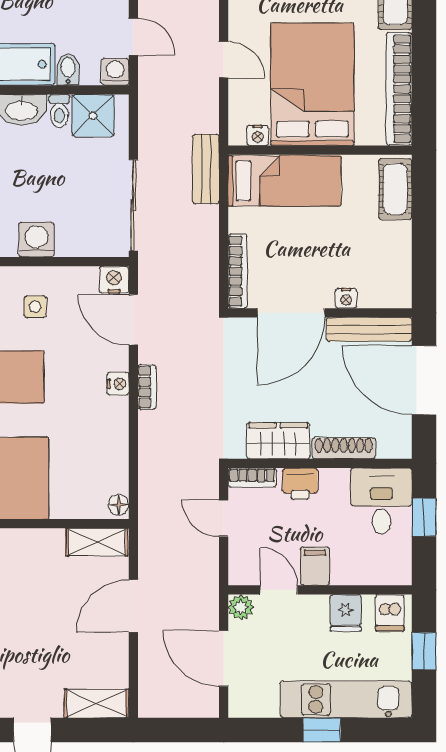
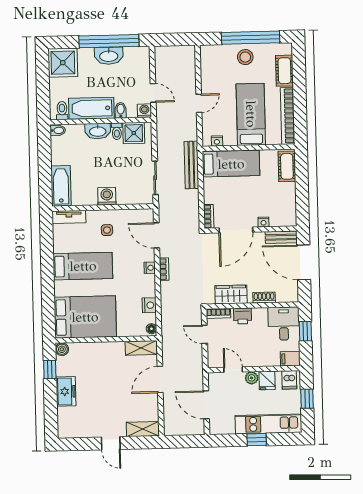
door: (224, 60) -> (199, 103), hinge flipped
bed: (312, 84) -> (251, 114), width x0.67
bench: (206, 169) -> (191, 165), width x1.36
sliding door: (133, 205) -> (155, 178), width x0.73
bookcase: (238, 271) -> (209, 216), width x0.64
nightstand: (114, 280) -> (149, 305), moved, turned 90
bench: (369, 329) -> (281, 237), width x0.73
shoe rack: (344, 448) -> (264, 298), width x0.70
filing cabinet: (315, 566) -> (290, 359), moved, turned -90
plant: (241, 607) -> (252, 378), moved

